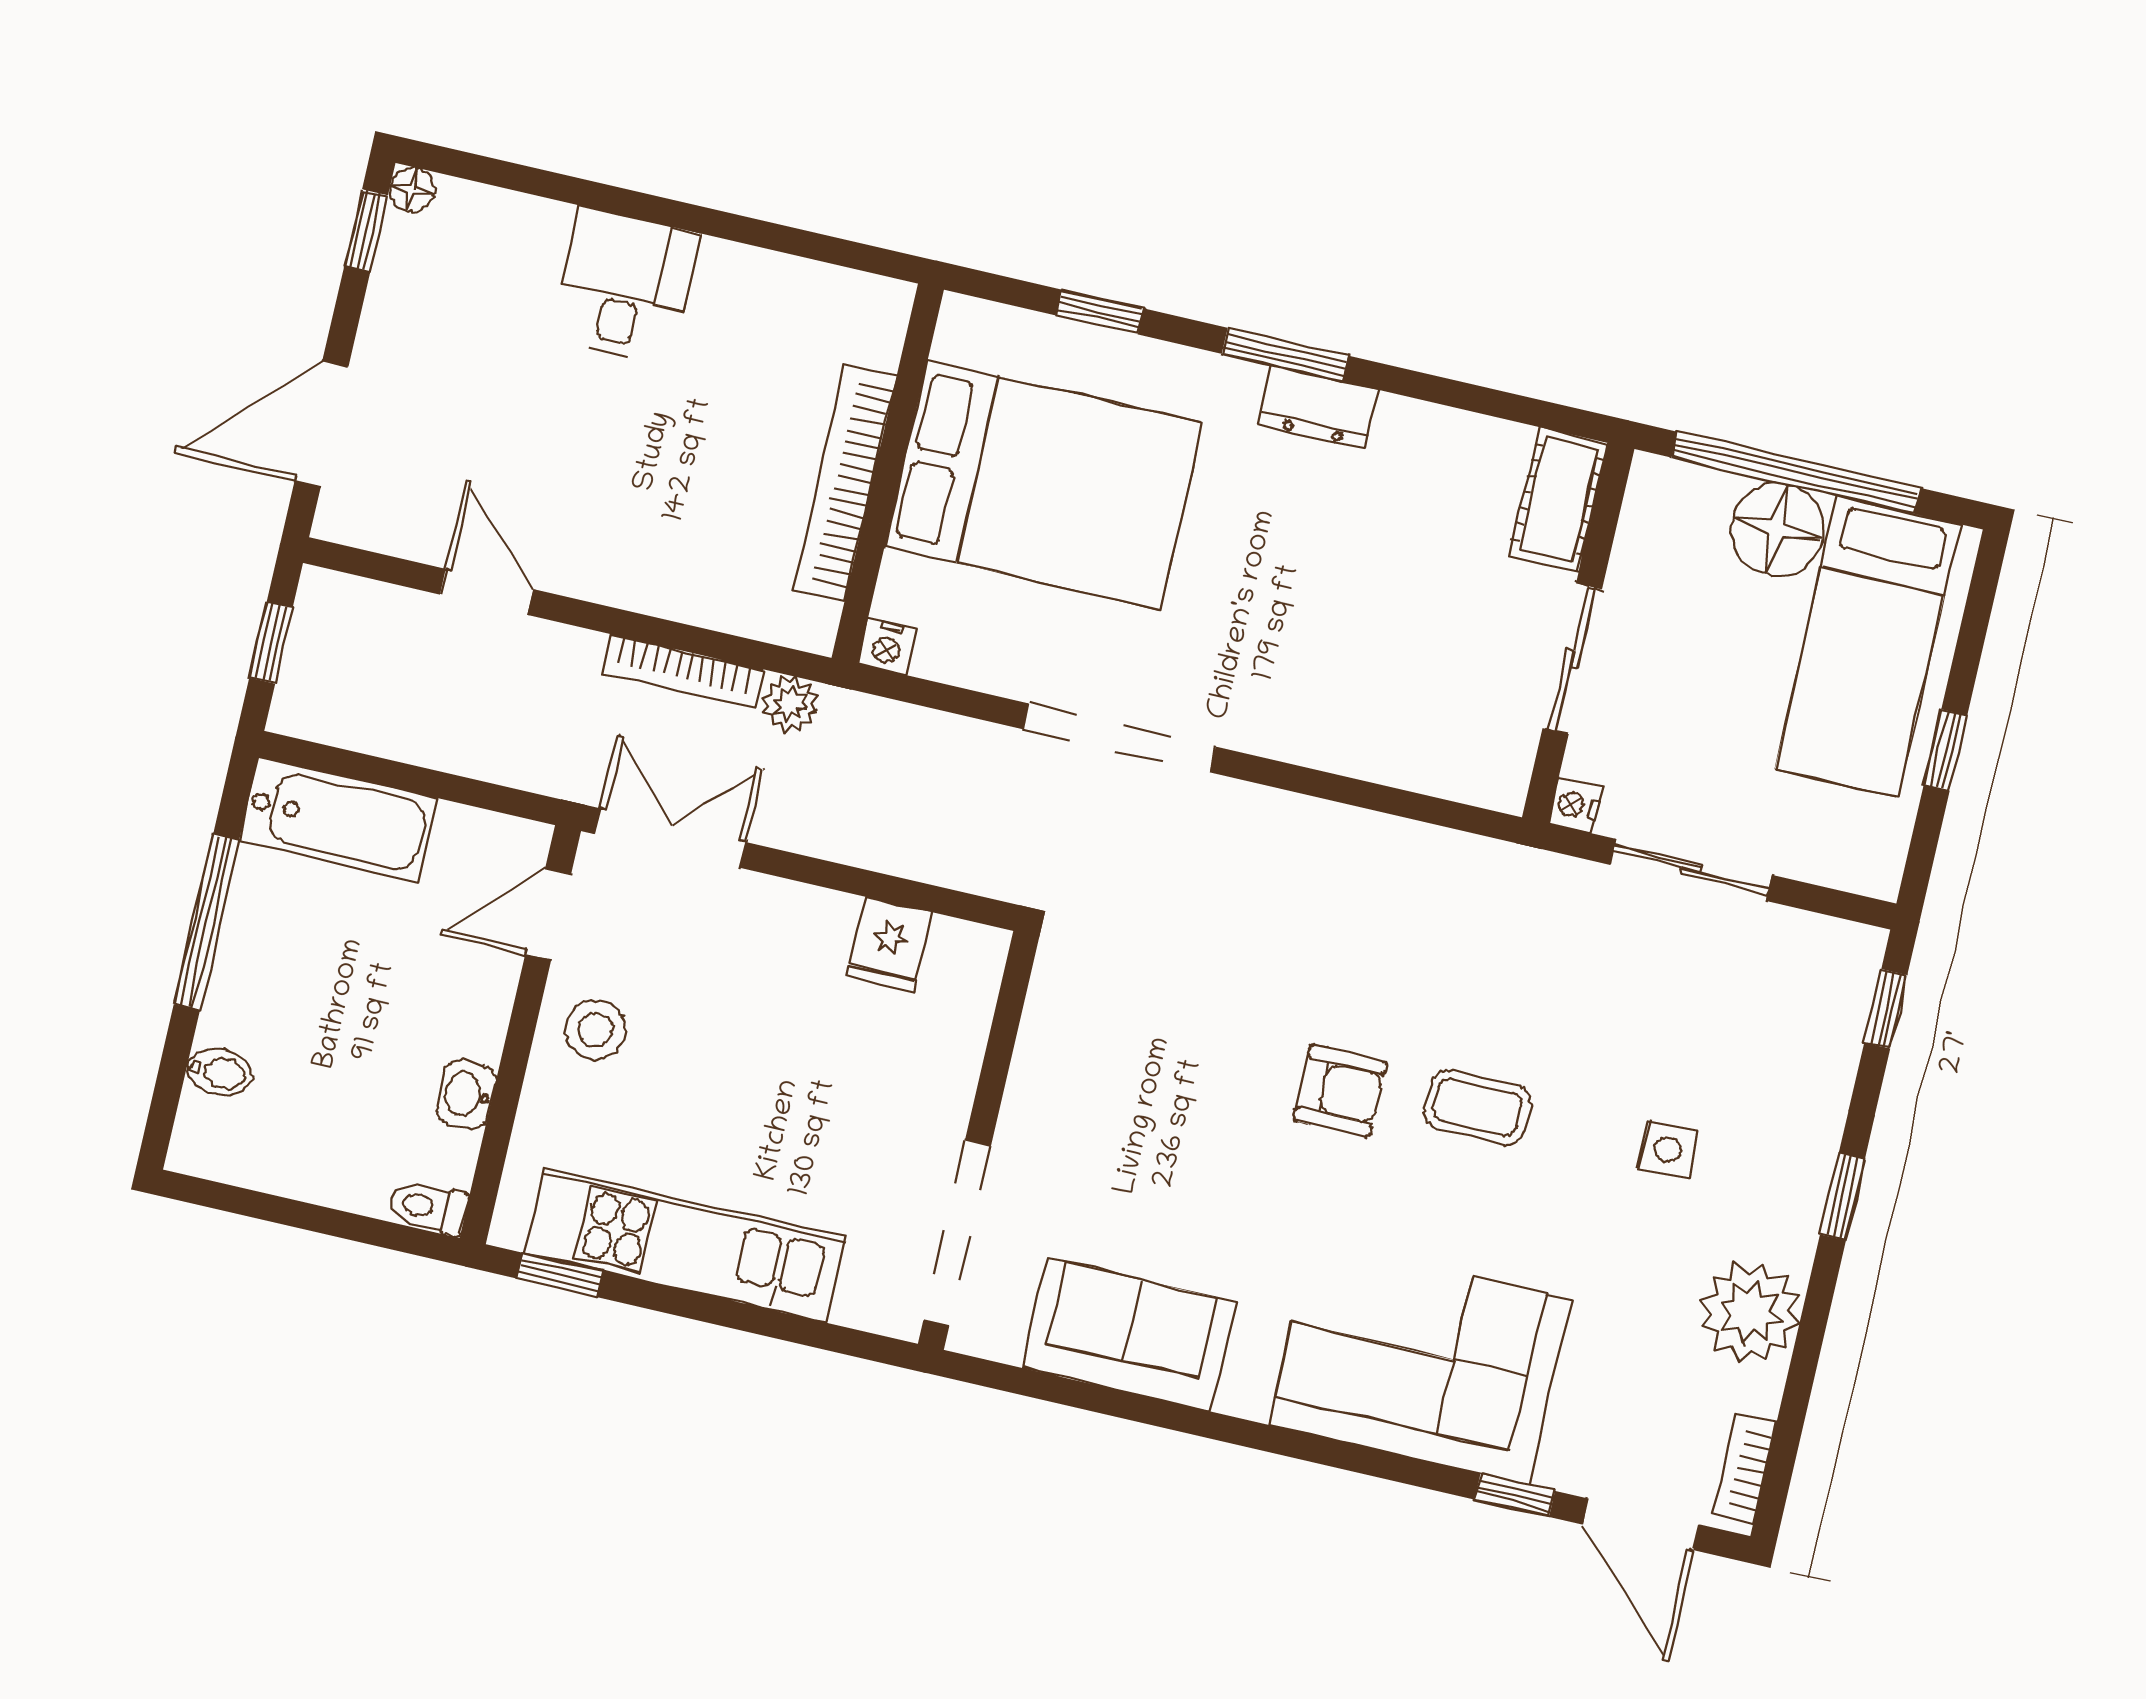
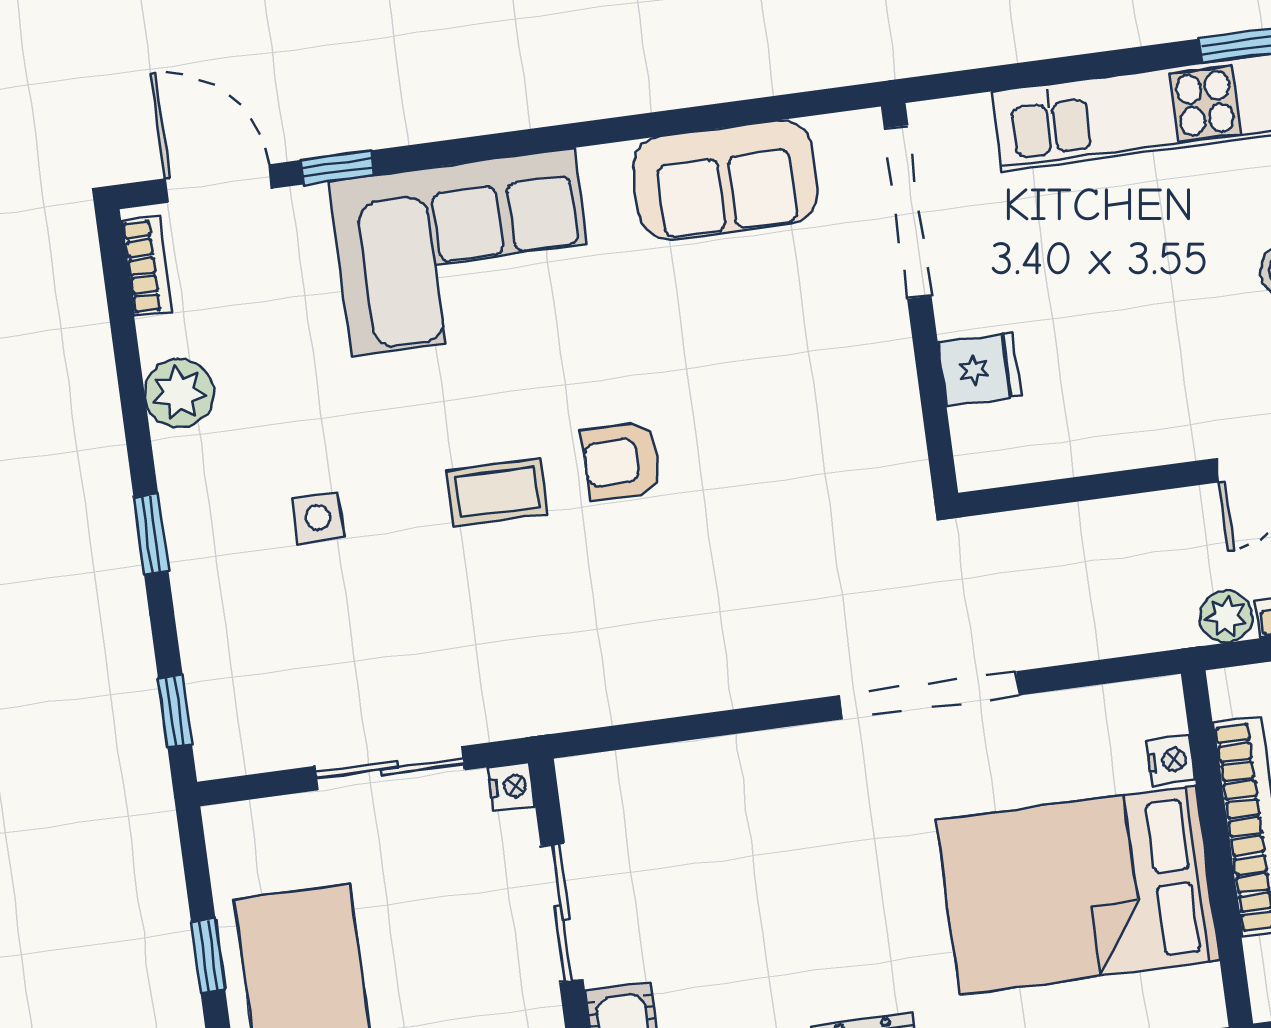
nightstand: (887, 647) -> (1171, 760), moved, turned 90
fridge: (889, 944) -> (980, 369), moved, turned 90
plant: (1750, 1312) -> (179, 393), width x0.73, depth x0.73

